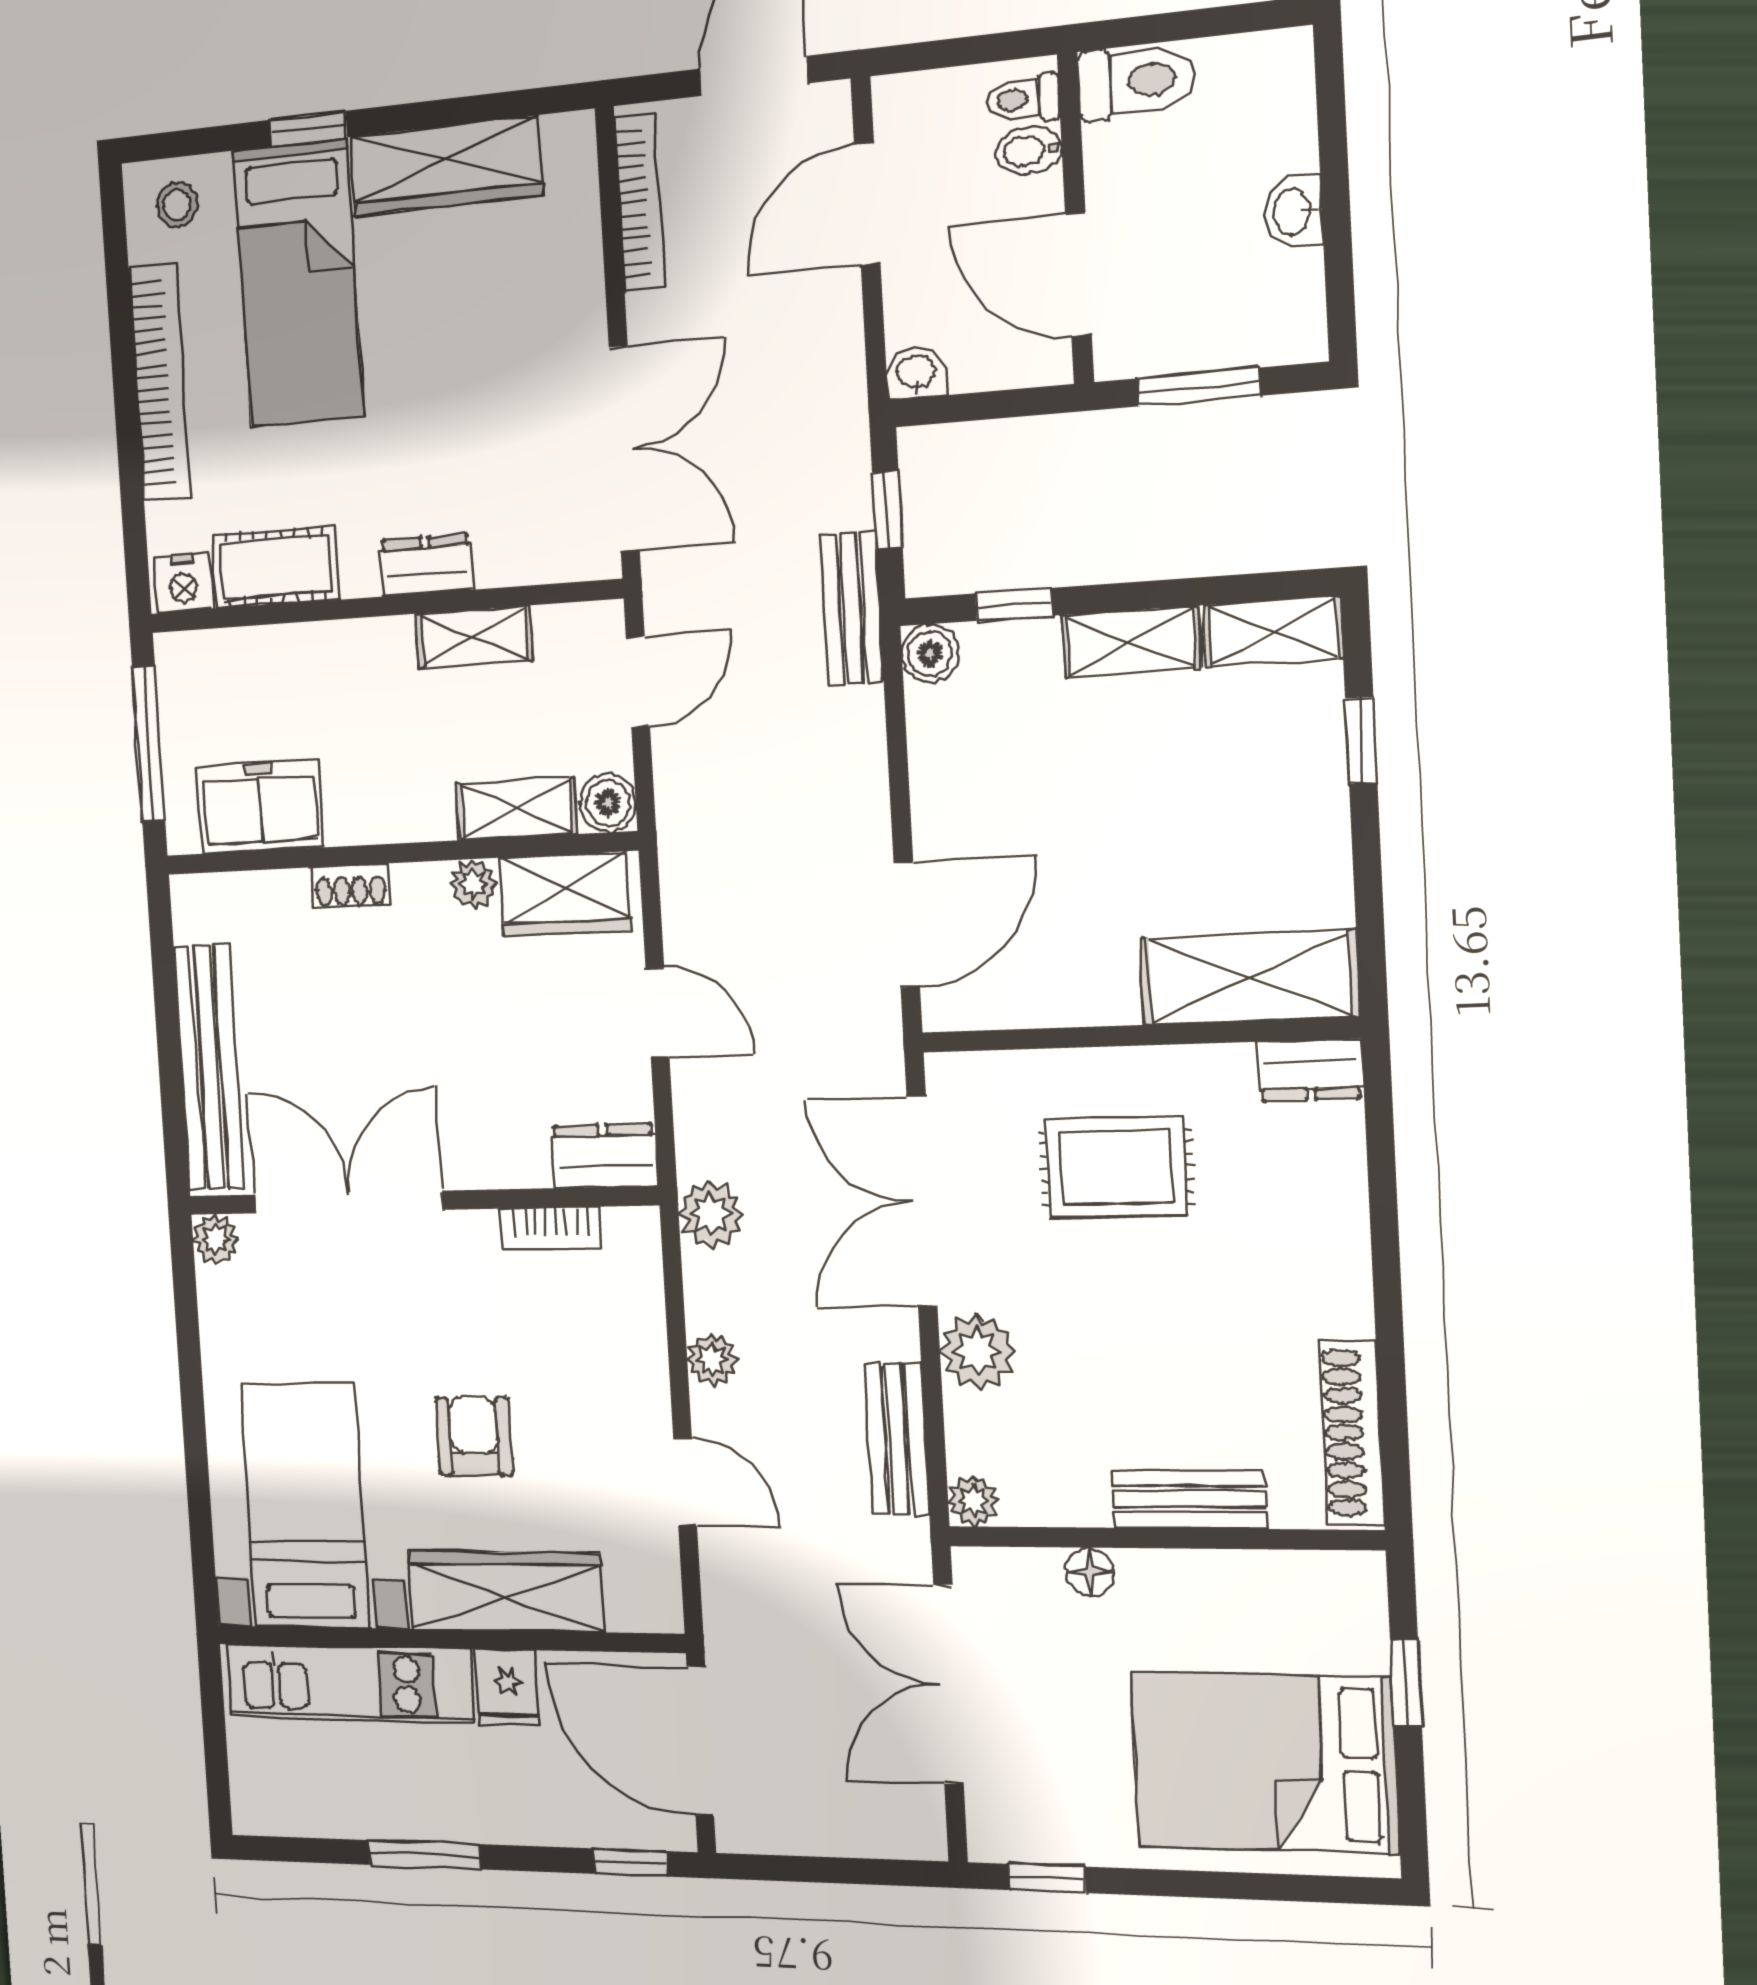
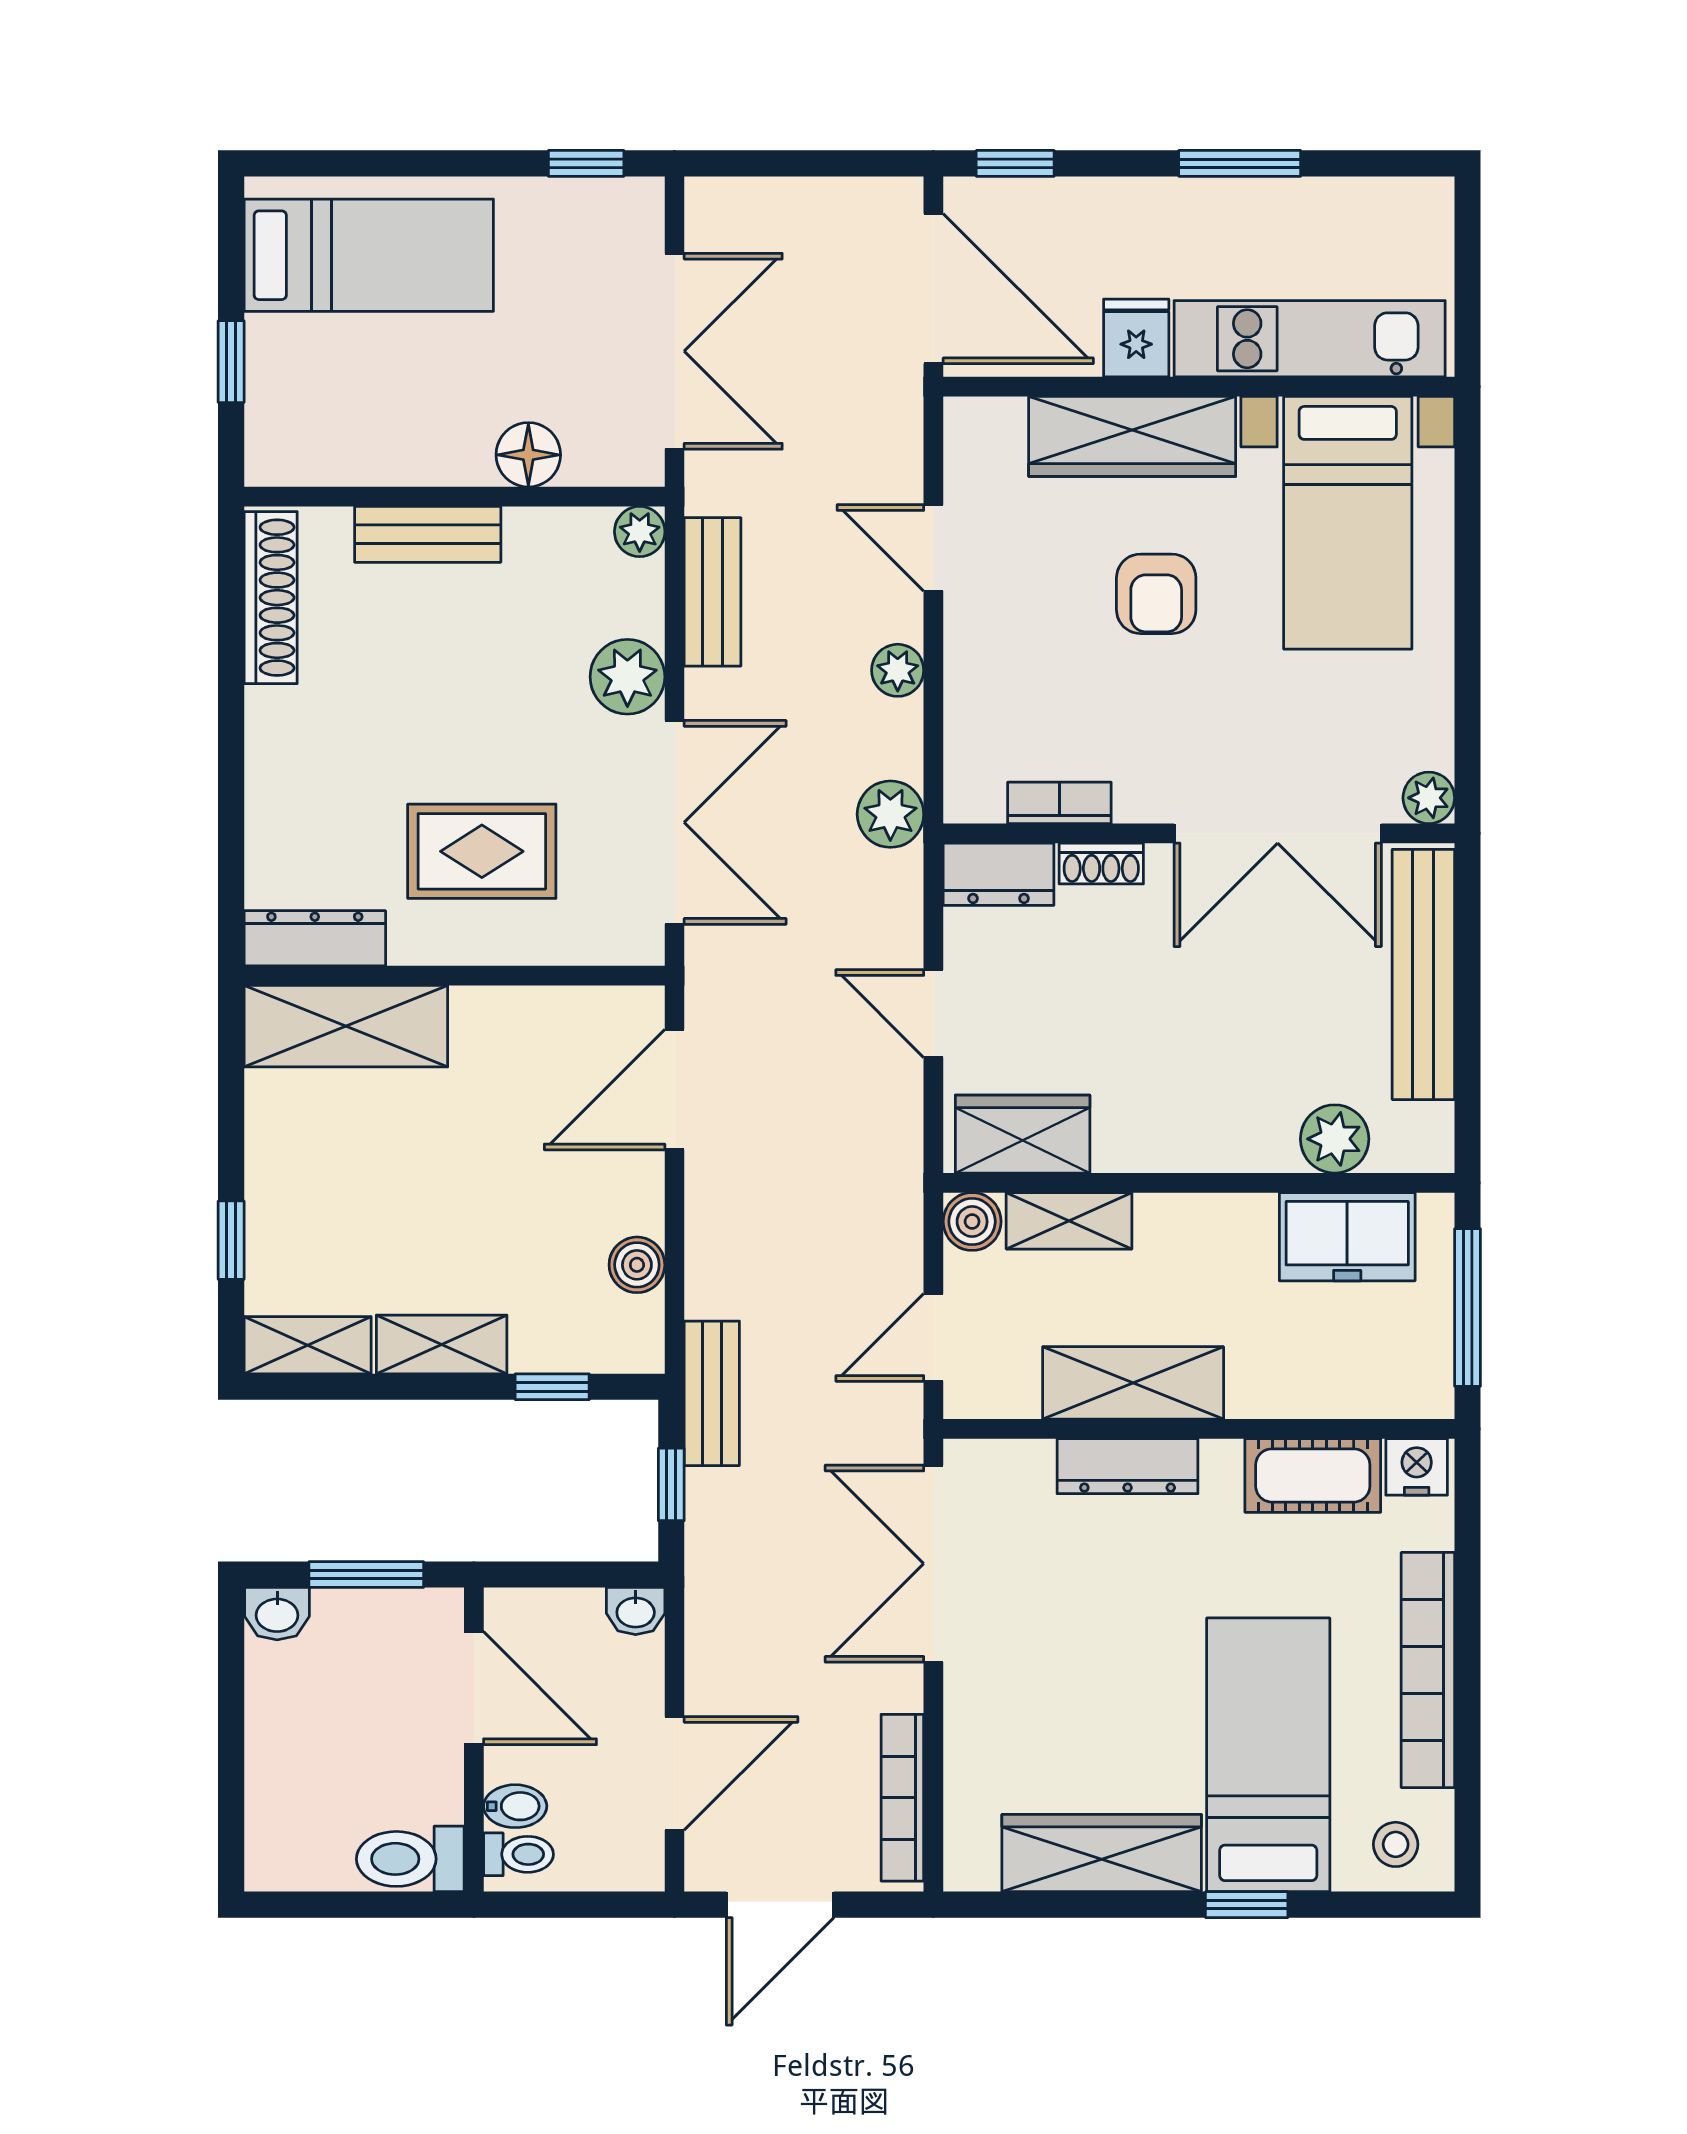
washbasin: (1293, 212) -> (277, 1614), moved, turned 90
dresser: (426, 565) -> (1128, 1466), width x1.44
shelving: (474, 637) -> (1133, 1383), width x1.50, depth x1.33
boiler: (930, 654) -> (637, 1265), moved
plant: (473, 884) -> (1335, 1139), moved, width x1.38, depth x1.38
shoe rack: (350, 886) -> (1101, 863), moved, turned 180
dresser: (1310, 1070) -> (315, 938), width x1.44
floor lamp: (1090, 1572) -> (528, 455), width x1.37, depth x1.37
bed: (1264, 1762) -> (369, 255), width x0.67

